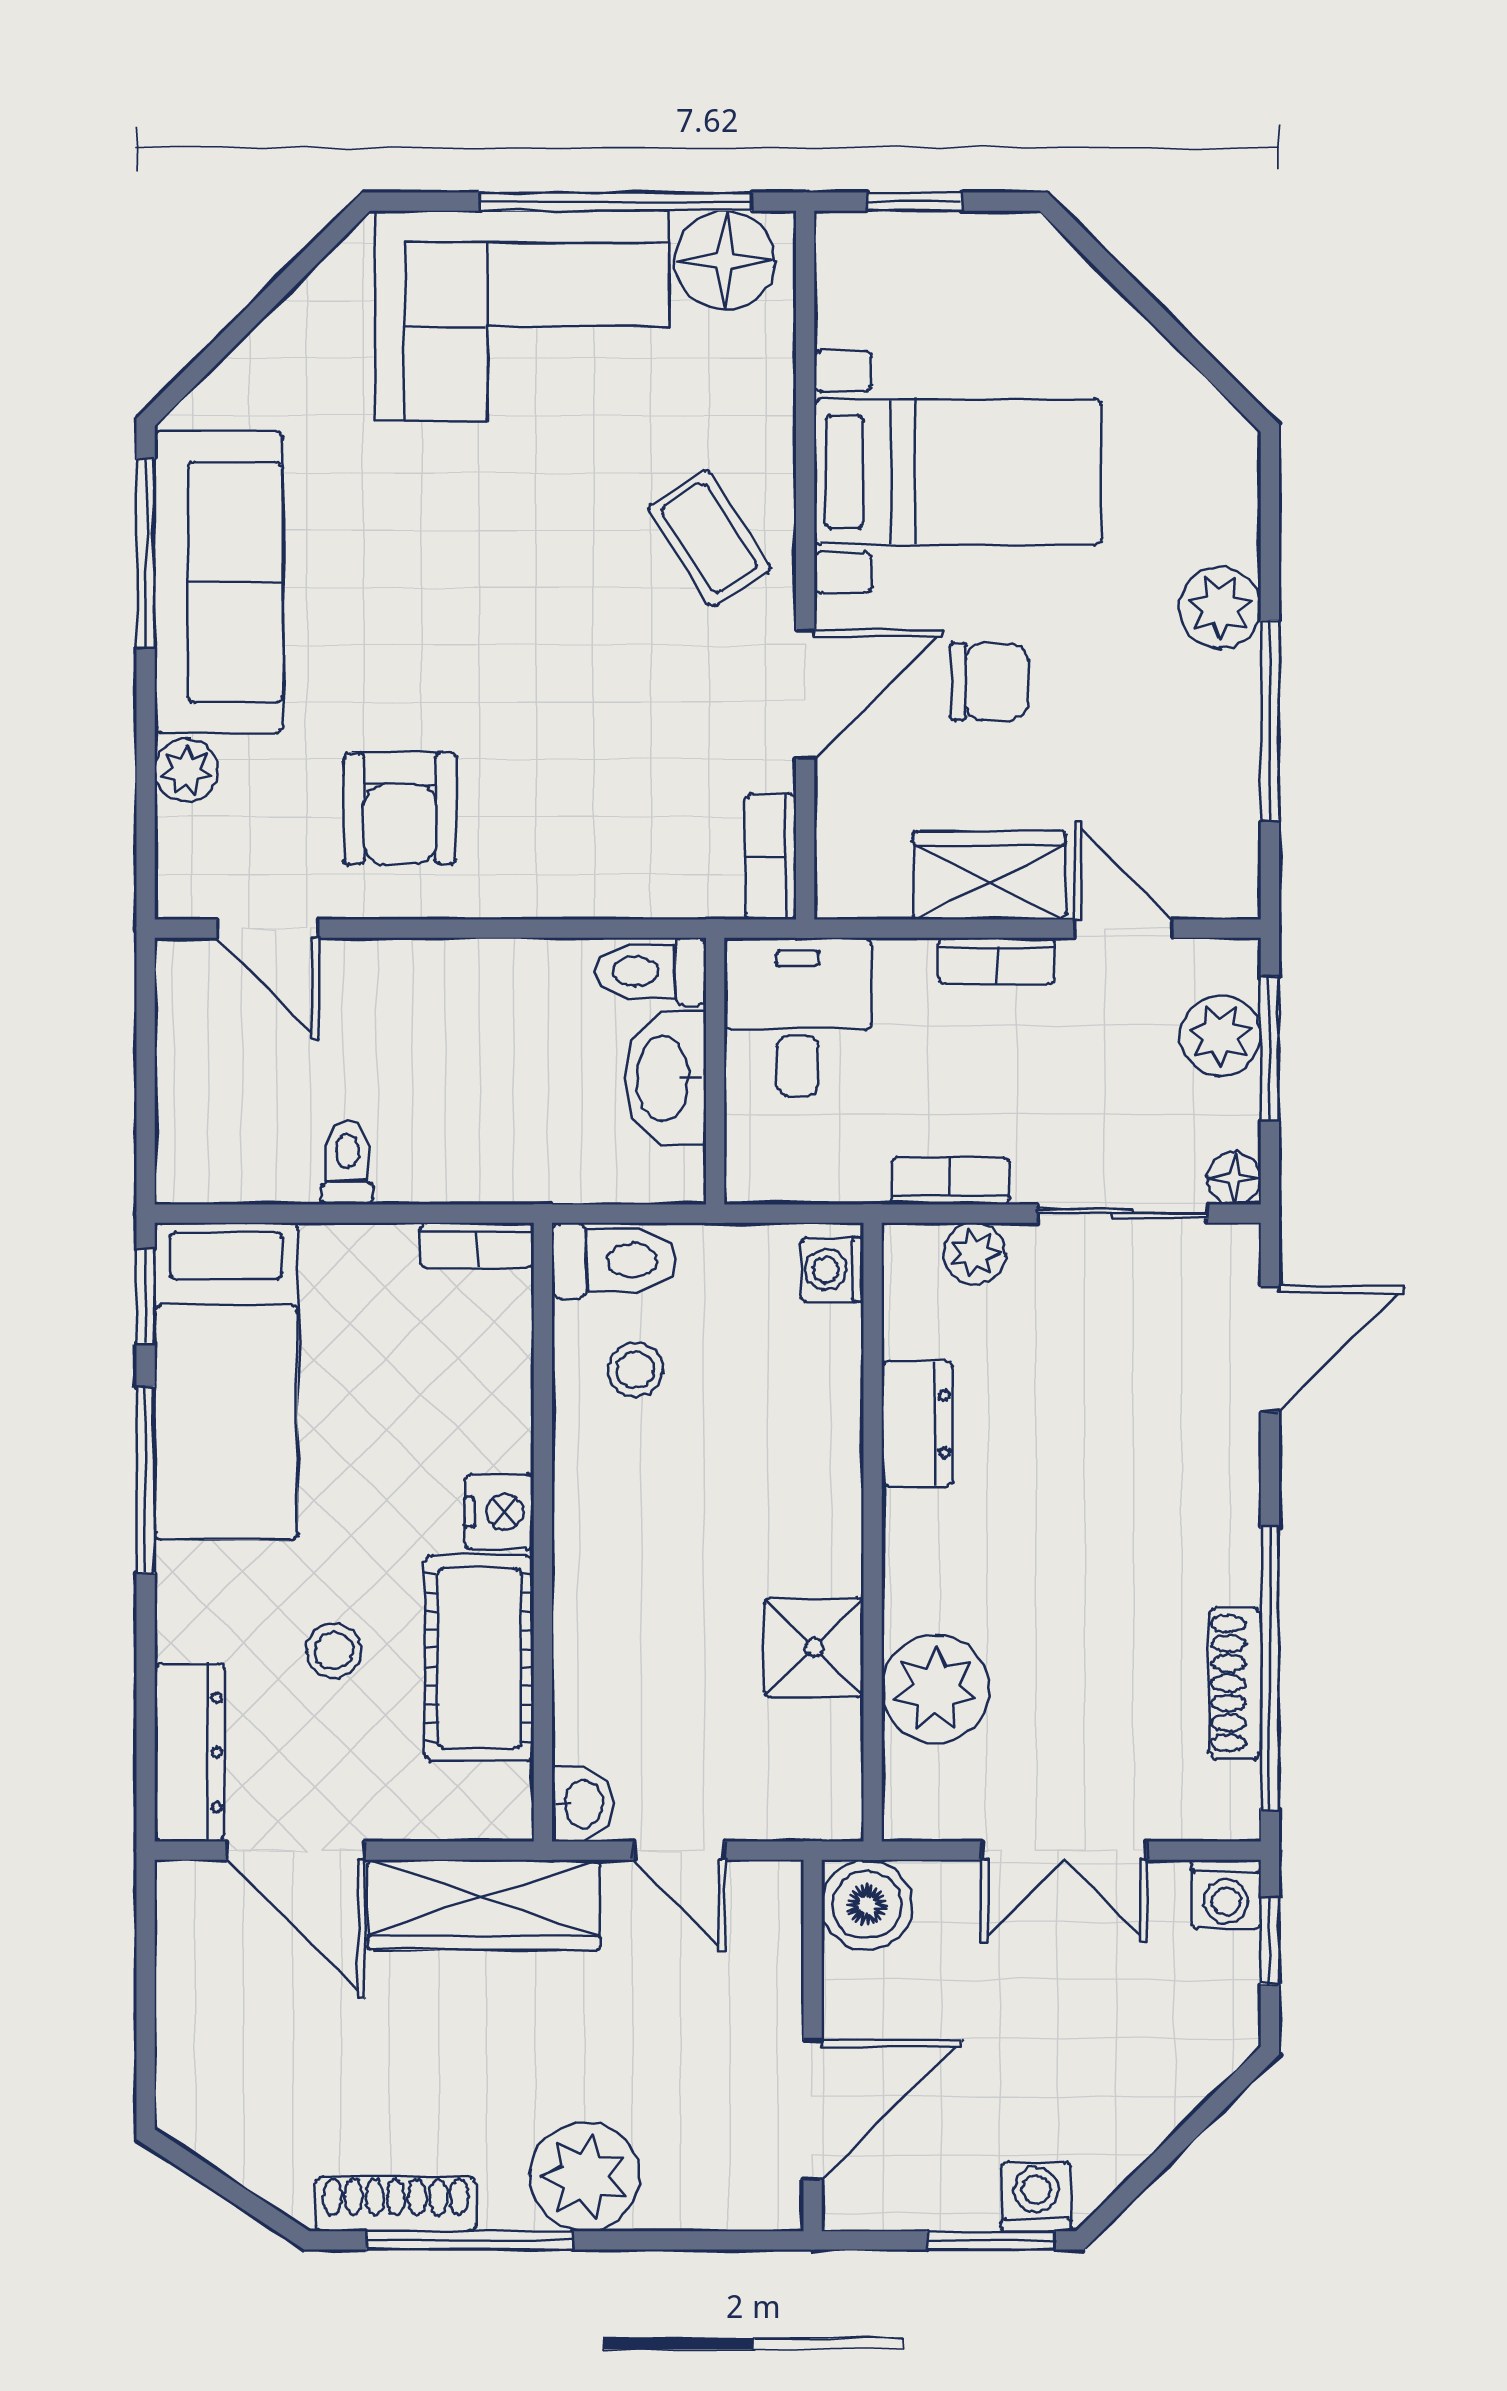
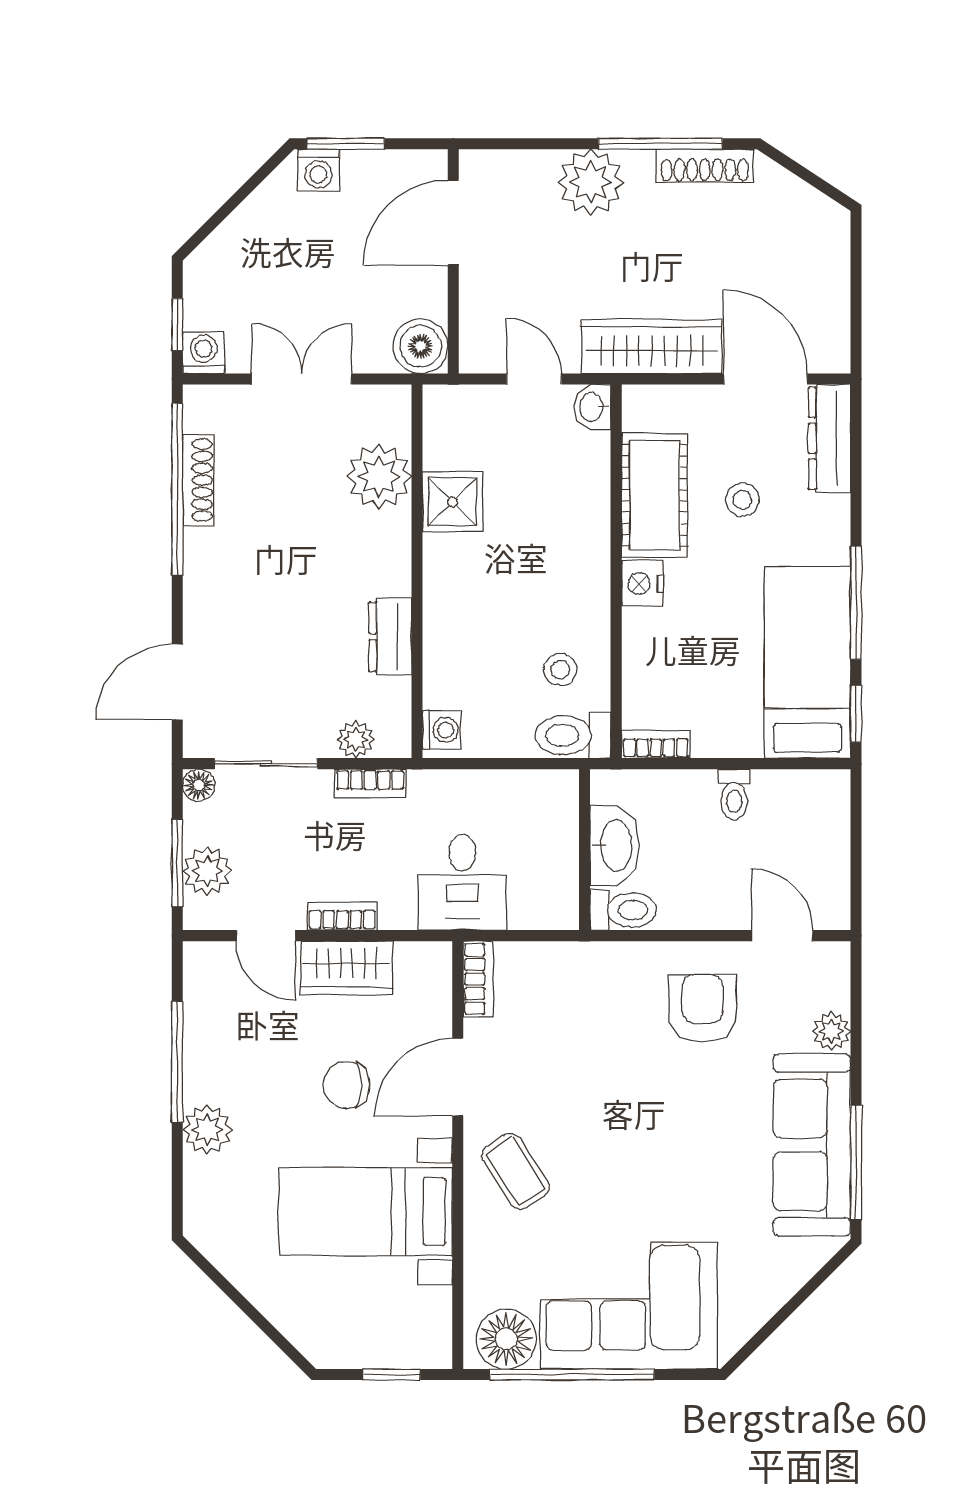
toilet: (651, 971) -> (623, 910), moved
wall: (715, 1071) -> (584, 850), moved
washbasin: (665, 1078) -> (615, 845), moved

